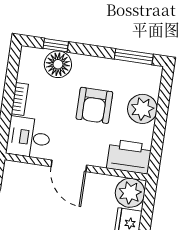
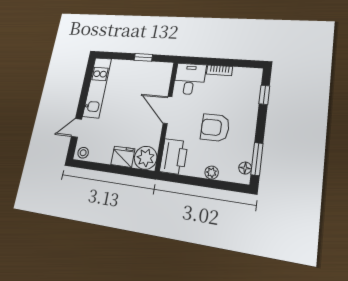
floor lamp: (58, 64) -> (245, 168), moved, width x0.53, depth x0.53
plant: (142, 109) -> (212, 173), width x0.53, depth x0.53
door: (69, 166) -> (168, 110), hinge flipped

